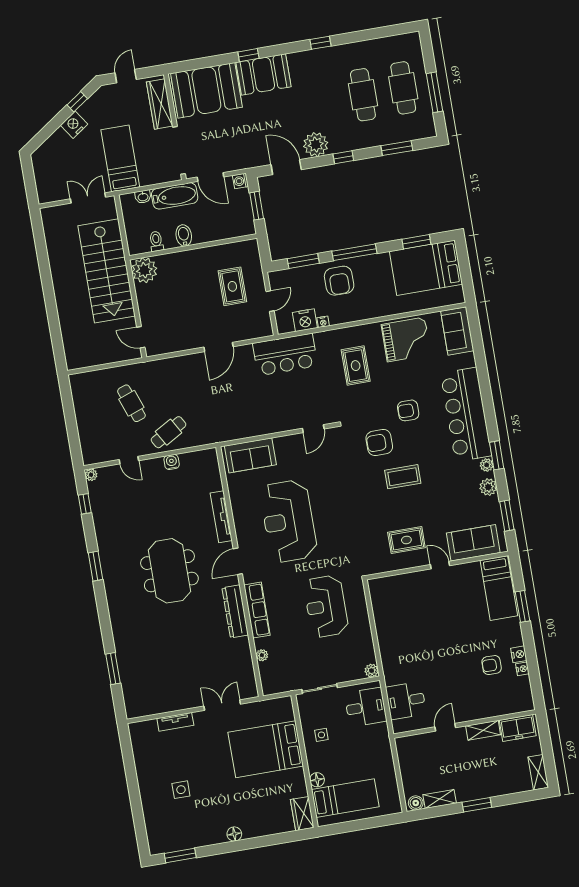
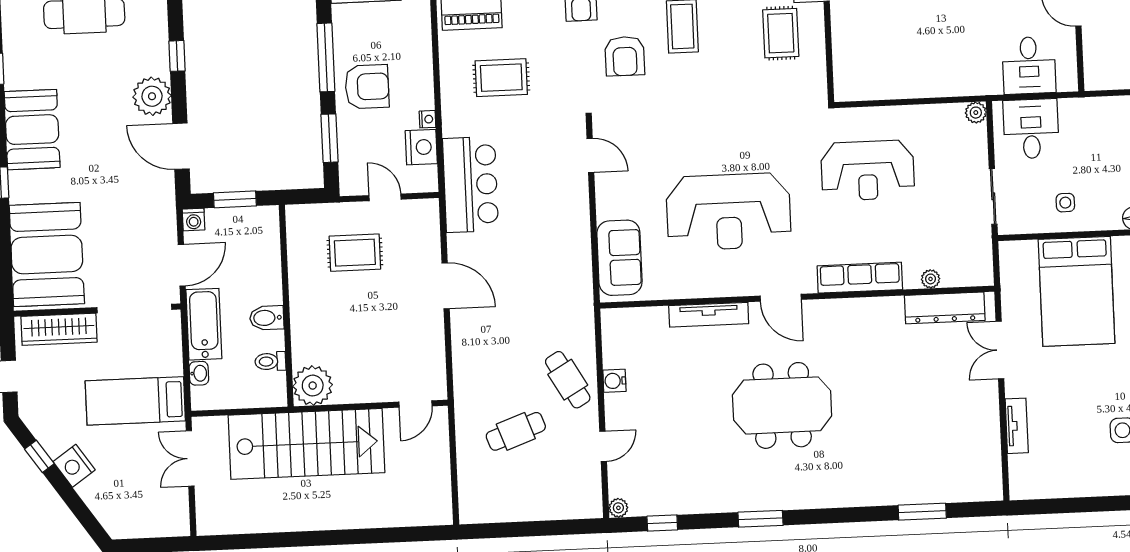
booth: (263, 75) -> (32, 130), moved
door: (286, 167) -> (181, 146), hinge flipped
dresser: (235, 611) -> (945, 308), moved

